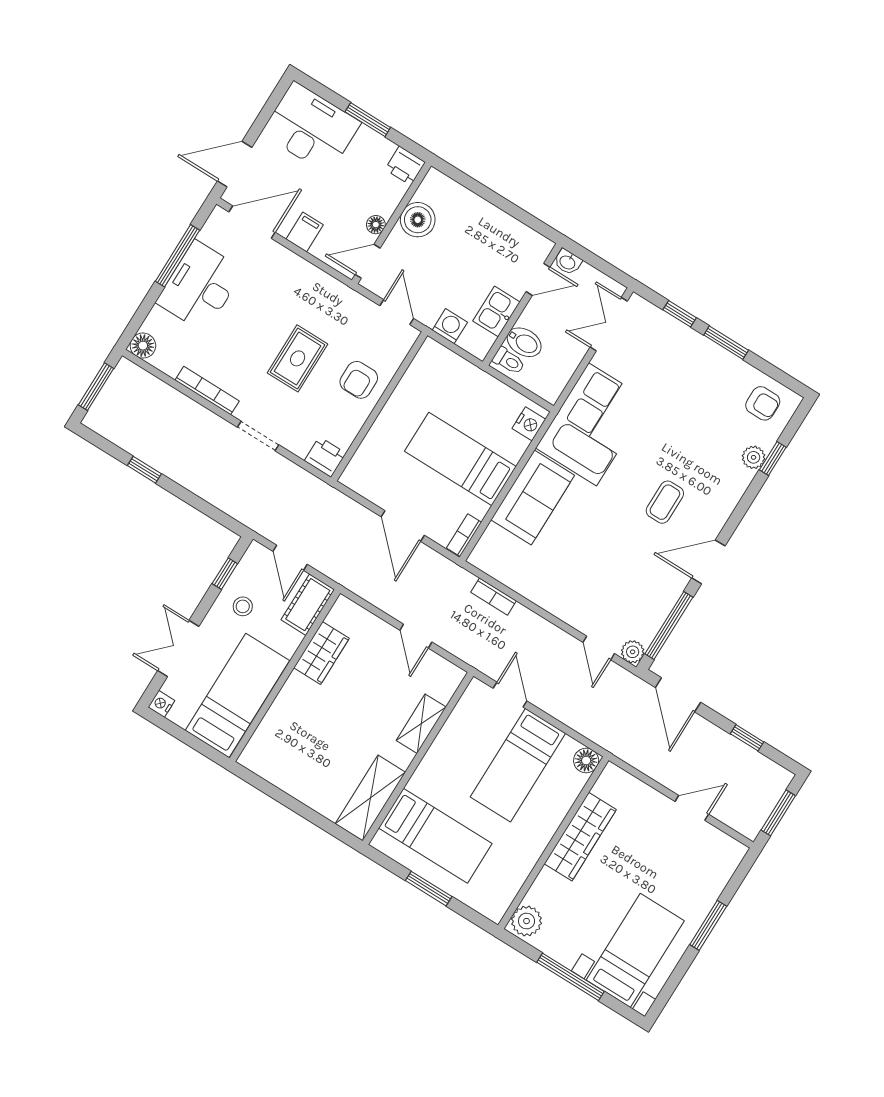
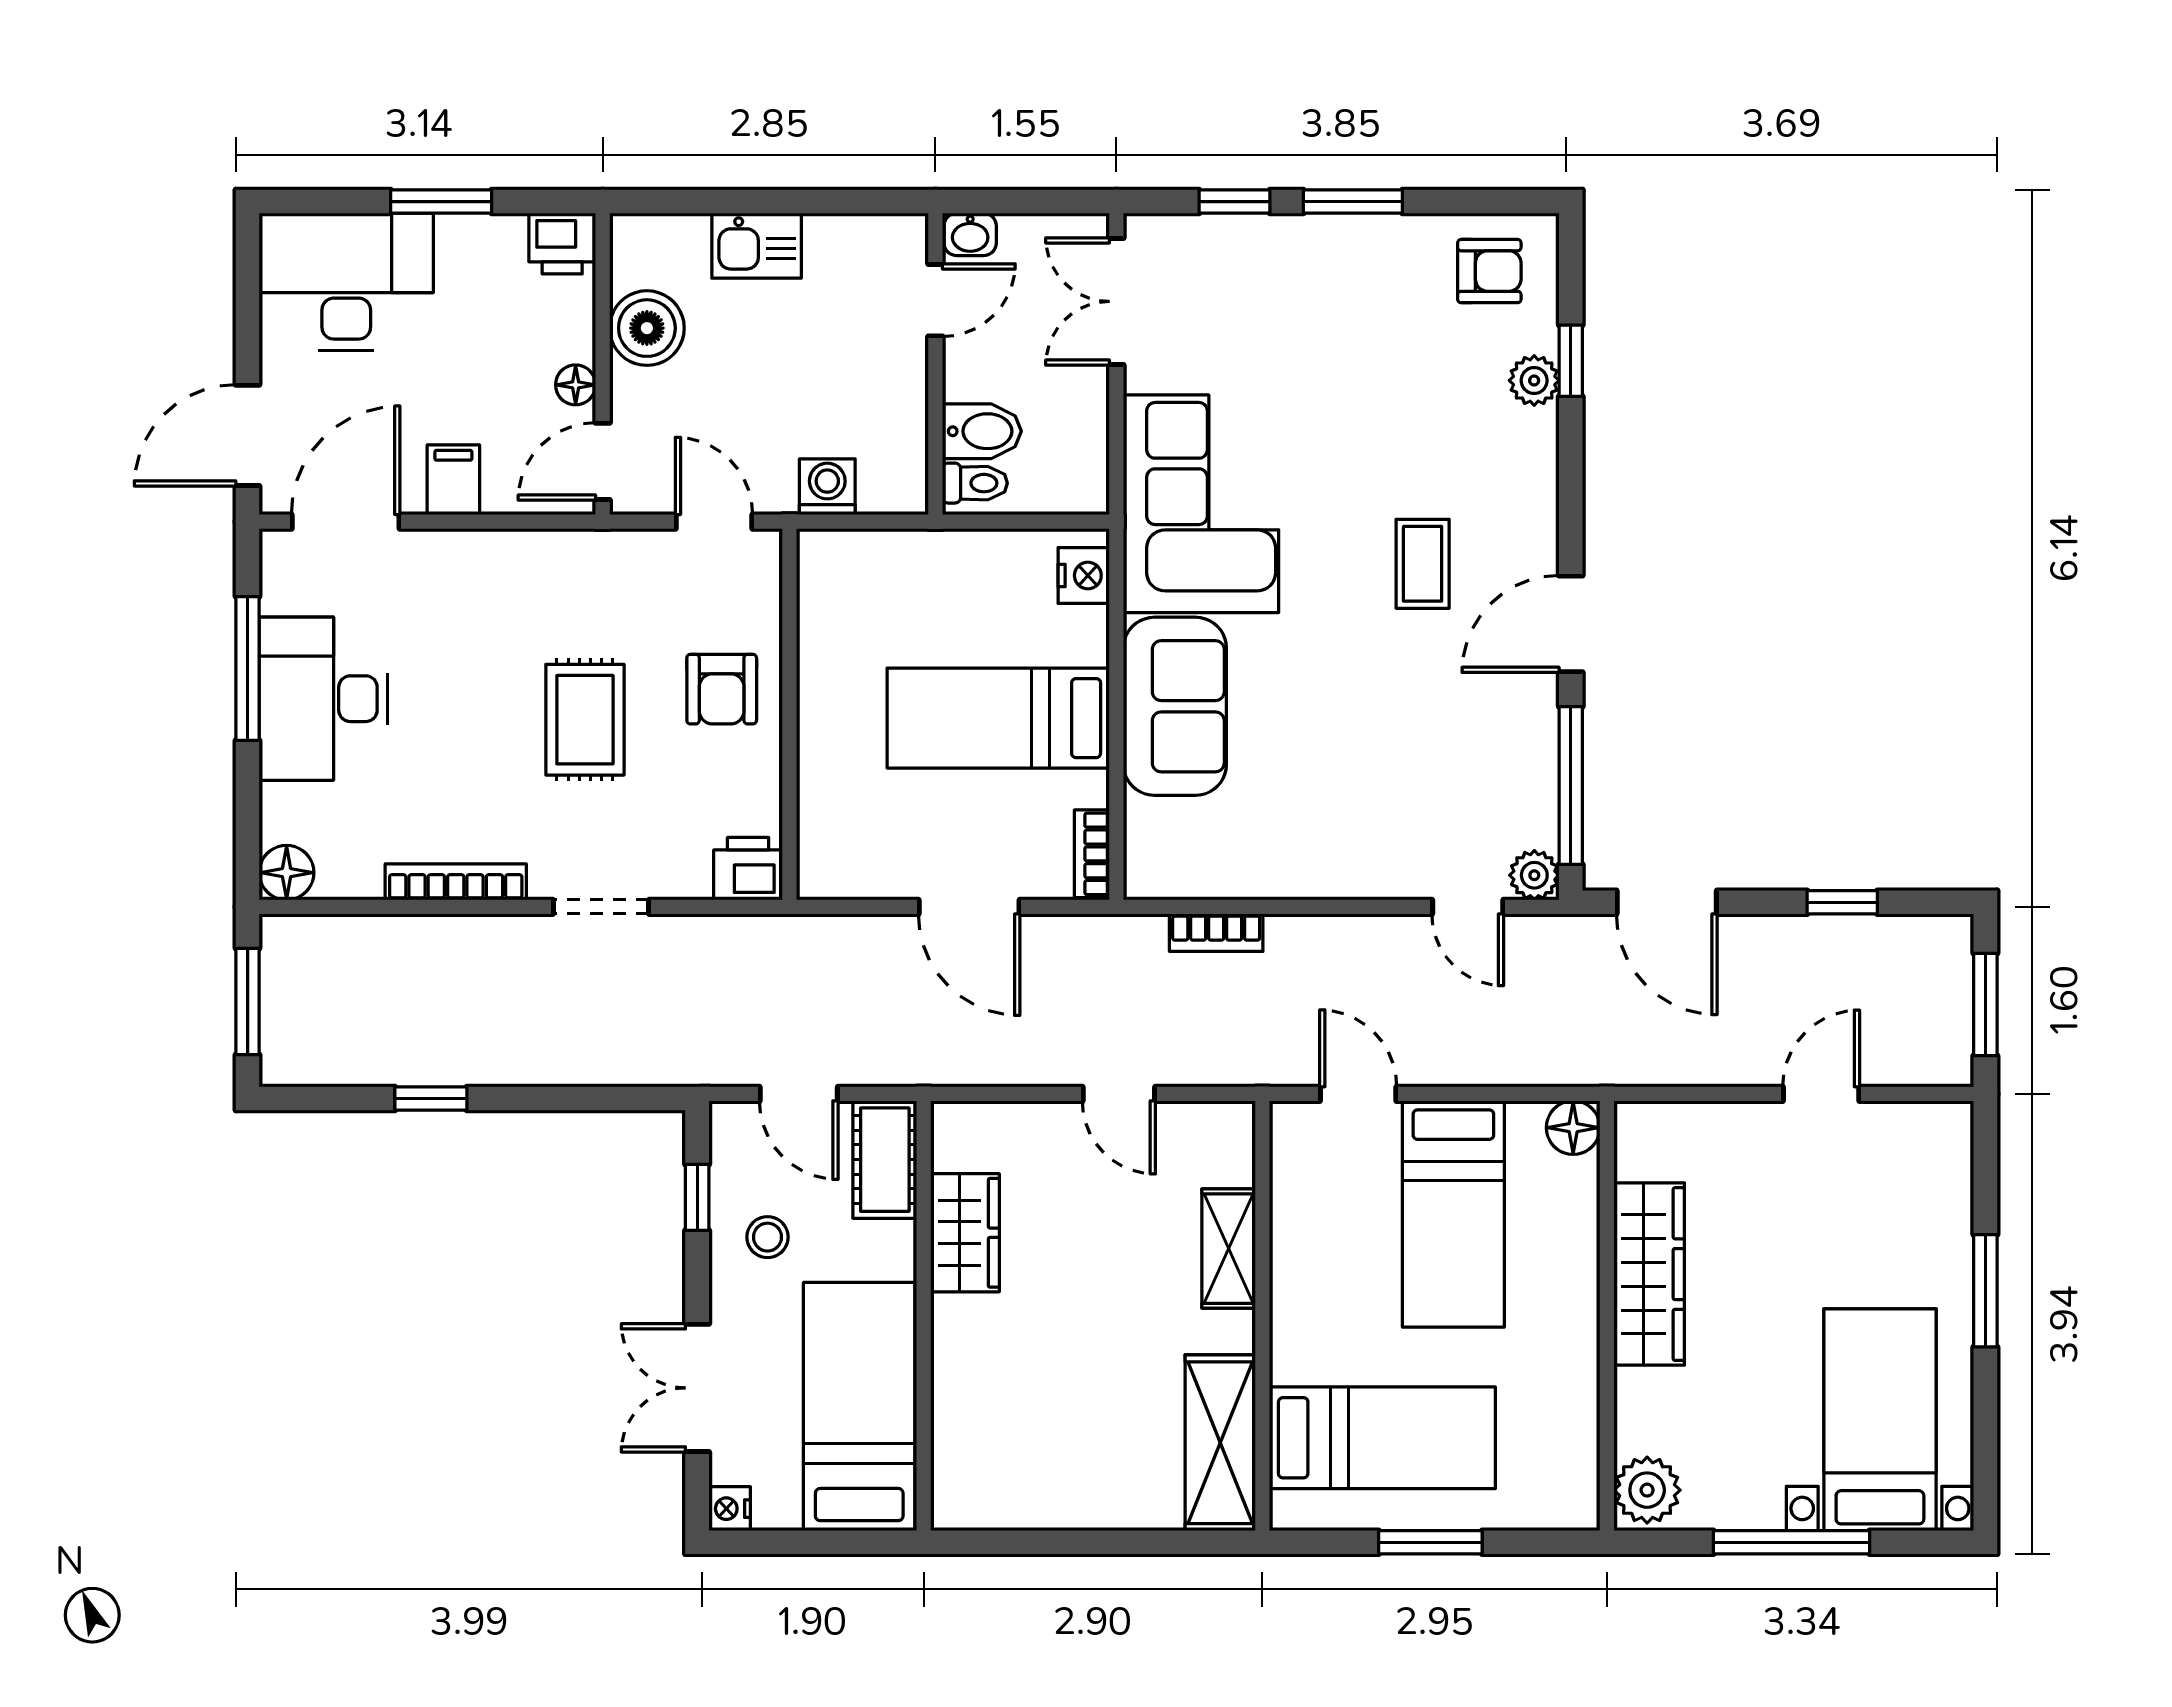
kitchen sink: (496, 311) -> (757, 246), moved, turned -90

